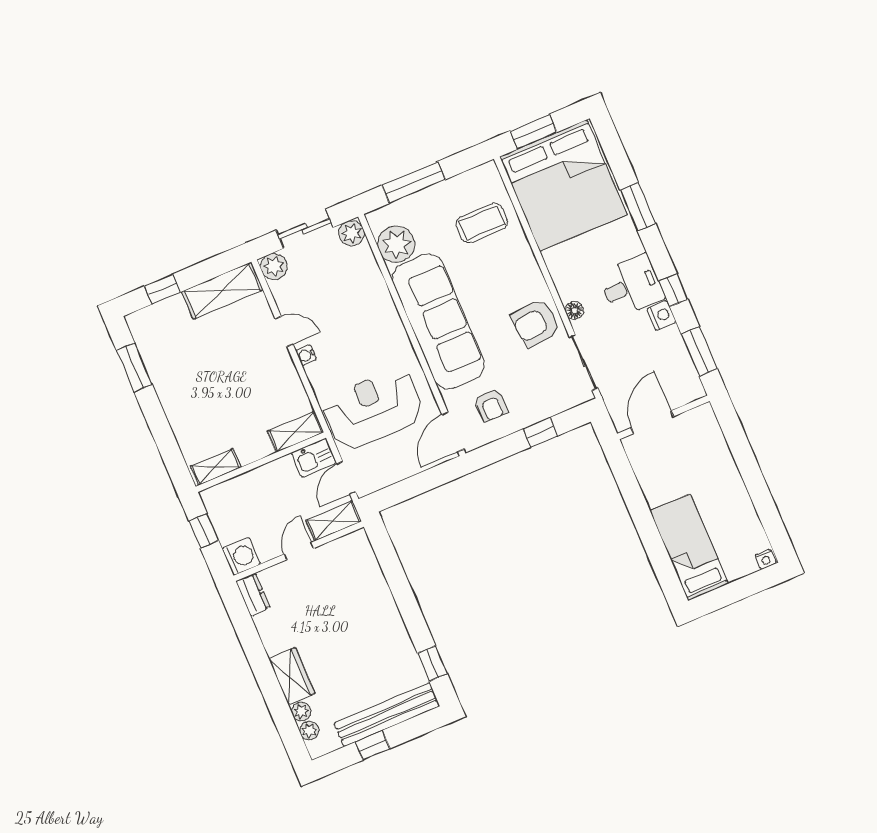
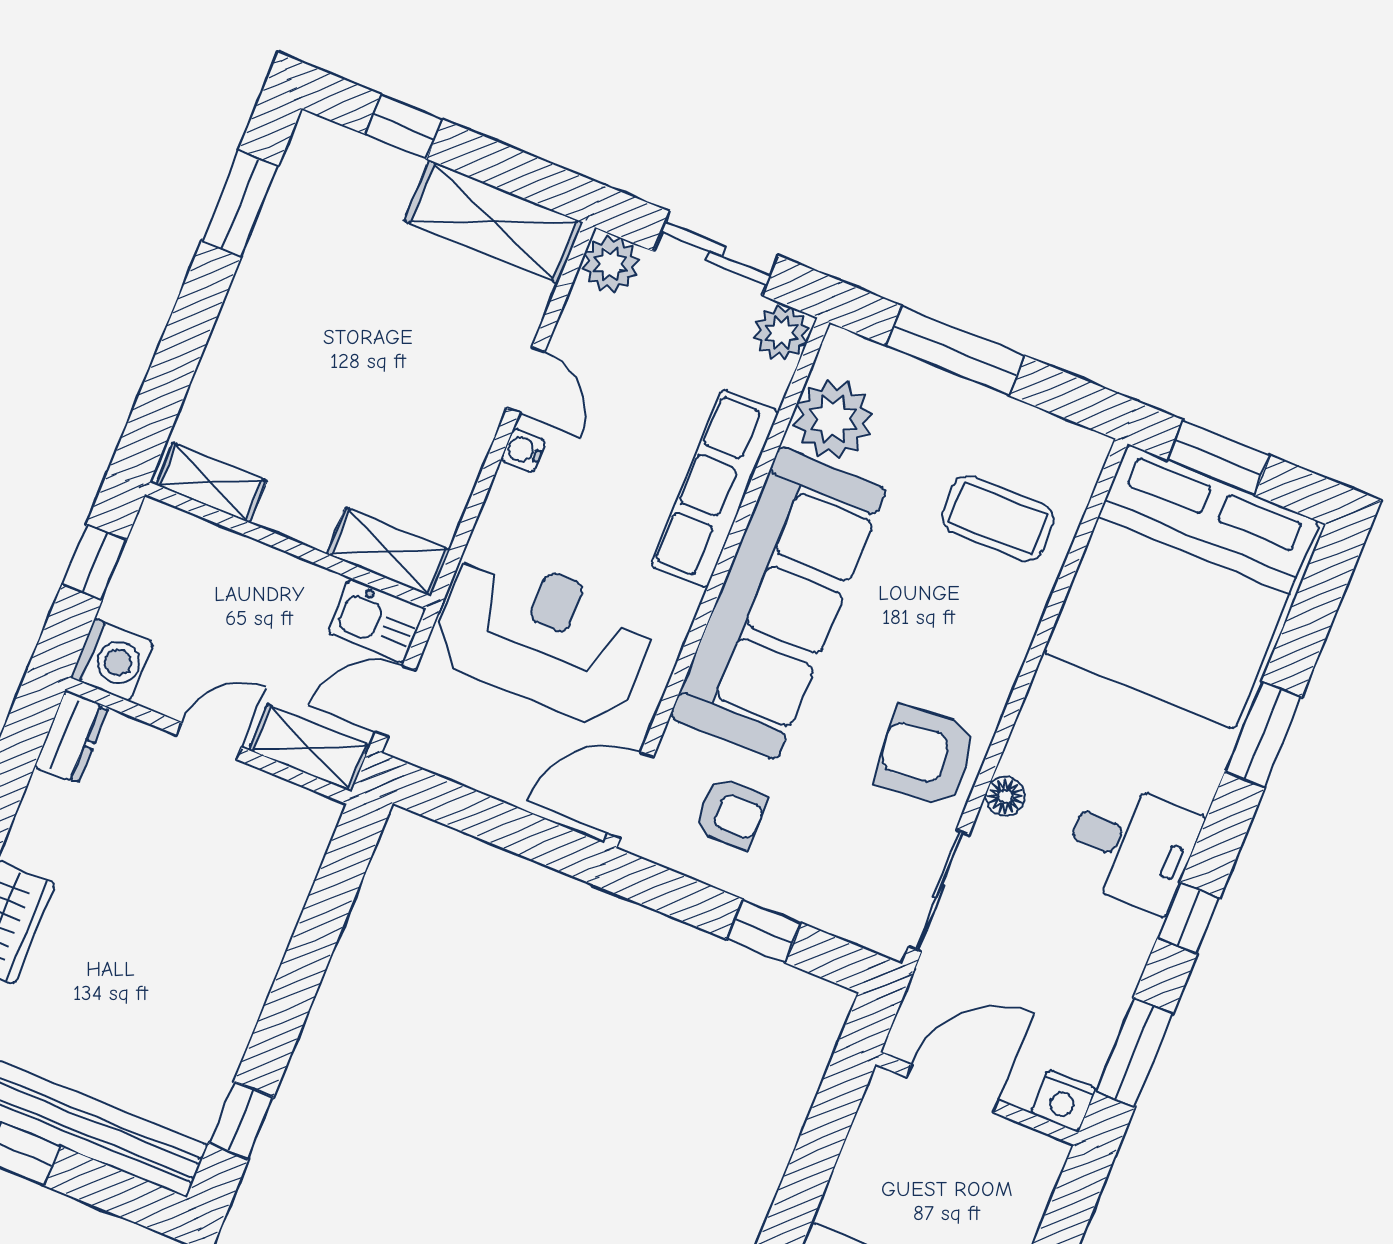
row of seats: (380, 305) -> (715, 488), added
nightstand: (662, 315) -> (1063, 1101), moved, turned 90
armchair: (491, 405) -> (731, 813), turned -90

